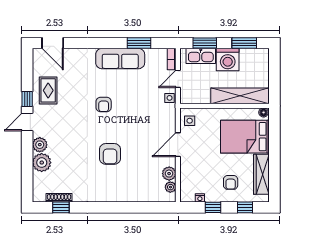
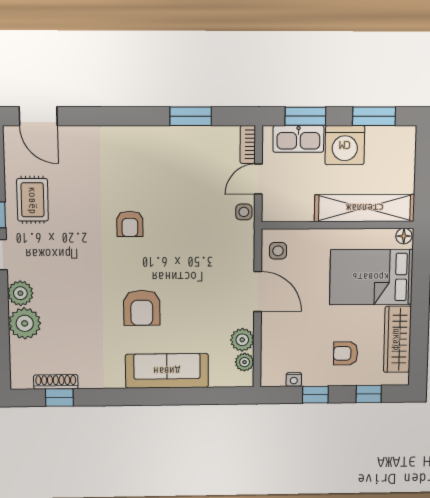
sofa: (120, 59) -> (167, 371), moved, turned 180
door: (178, 145) -> (258, 291), swing flipped
armchair: (231, 182) -> (346, 353), turned 90

